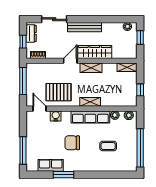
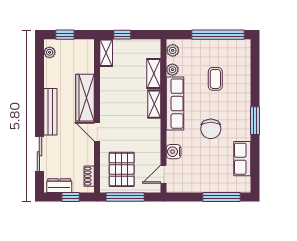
shelving: (91, 68) -> (154, 74), moved
window: (140, 90) -> (122, 35), moved
pallet: (59, 92) -> (122, 169), moved
window: (63, 175) -> (255, 121), moved

